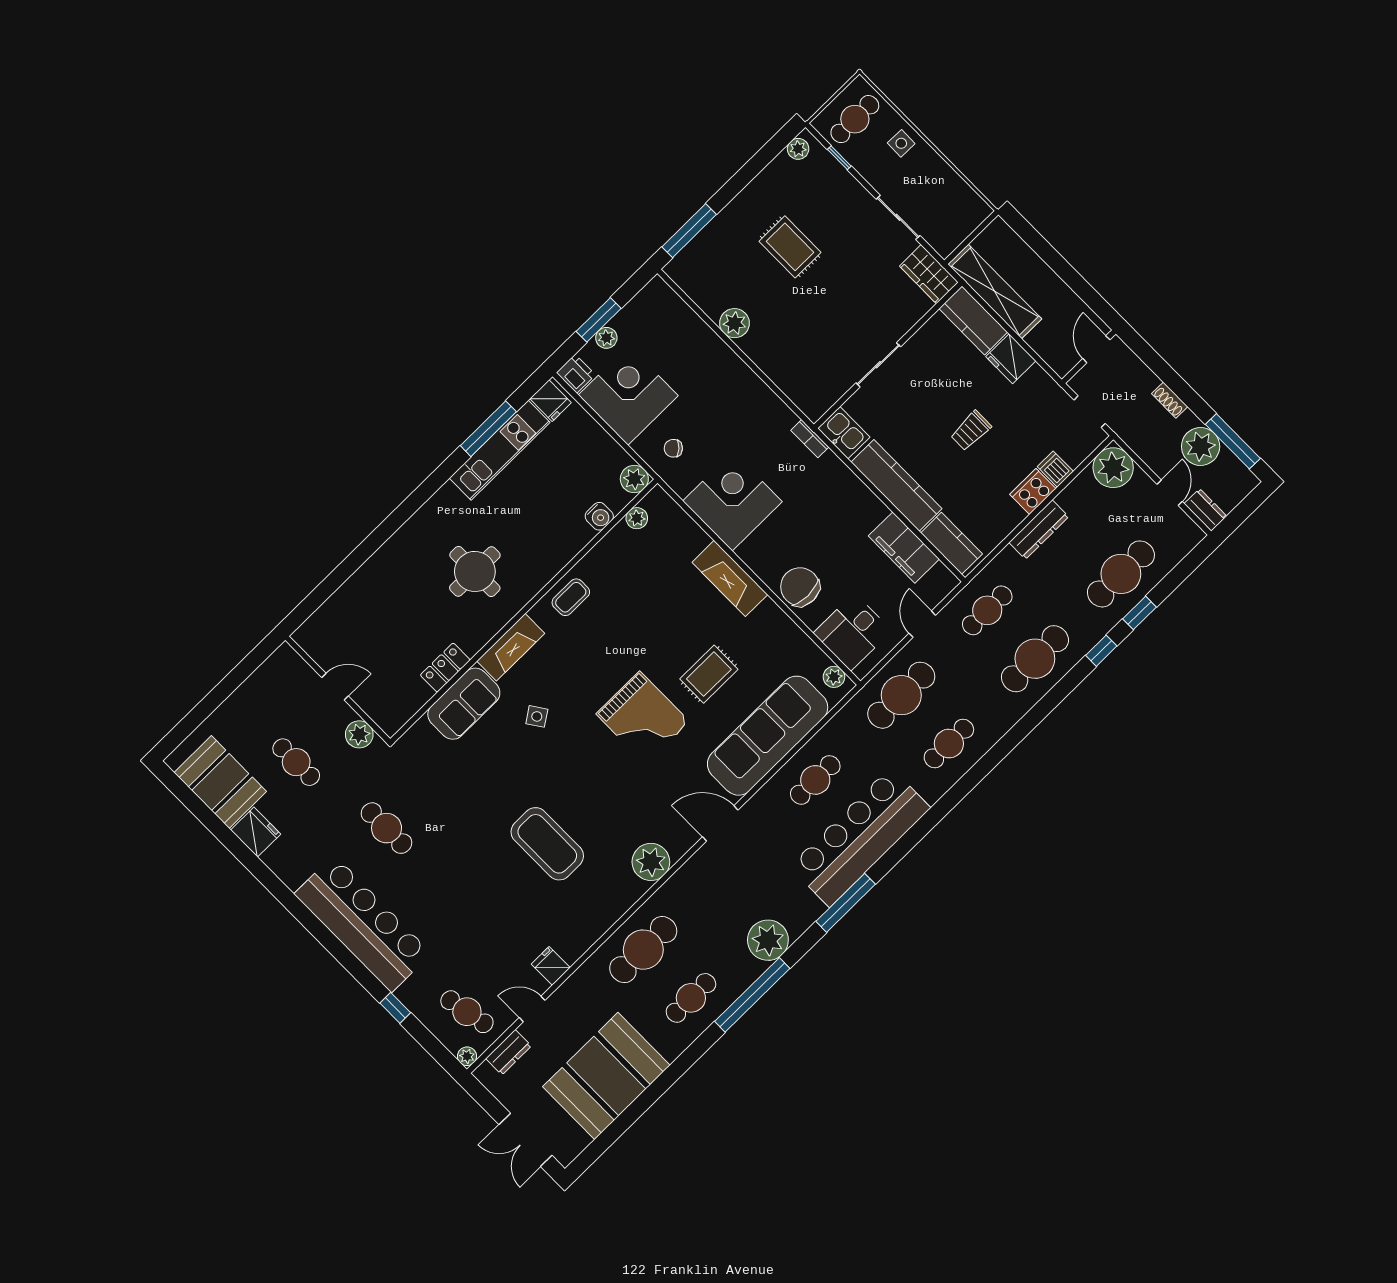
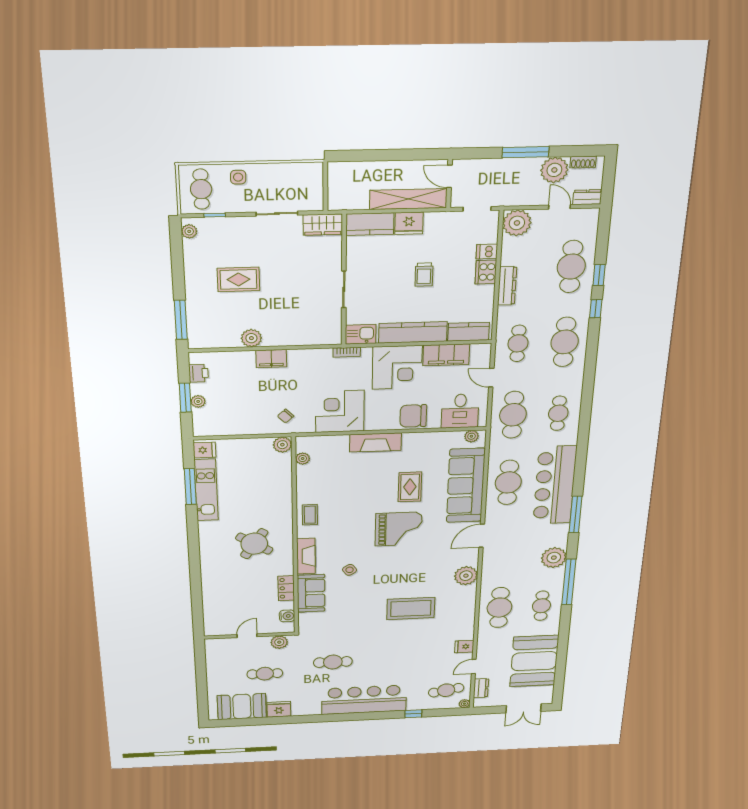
shelving: (995, 292) -> (408, 199), moved
filing cabinet: (729, 367) -> (271, 359), added
printer: (576, 374) -> (199, 373), moved, turned 90
corner desk: (628, 395) -> (397, 367), moved, turned 180
shoe rack: (1170, 400) -> (583, 162), moved
window: (1233, 441) -> (526, 152), moved
water cooler: (599, 516) -> (287, 616), moved
round table: (475, 571) -> (254, 544), turned 33
cafe table: (815, 780) -> (508, 482), width x1.37, depth x1.35

